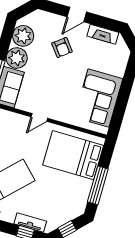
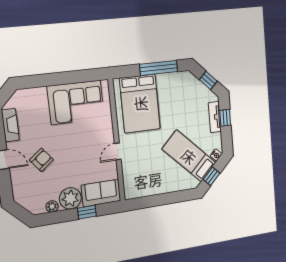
plant: (23, 36) -> (52, 206), width x0.53, depth x0.53
door: (39, 117) -> (118, 151), swing flipped

